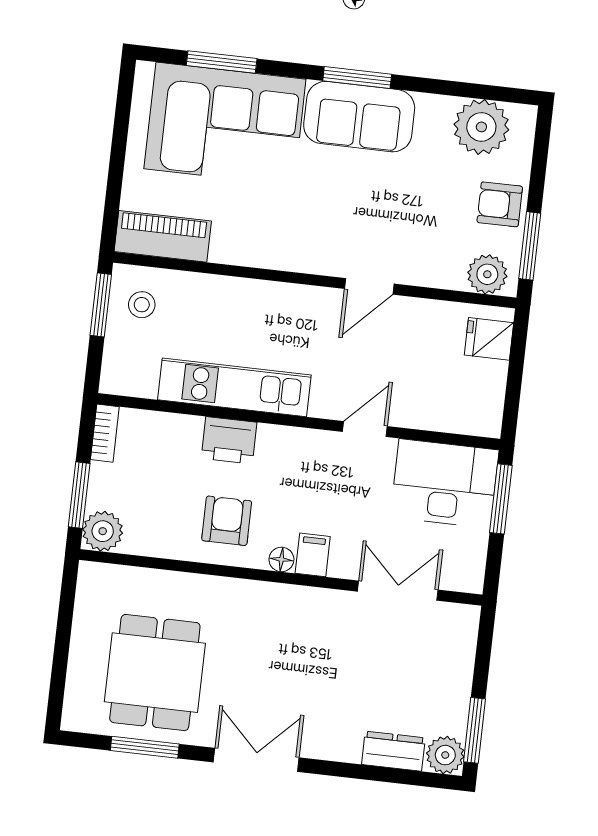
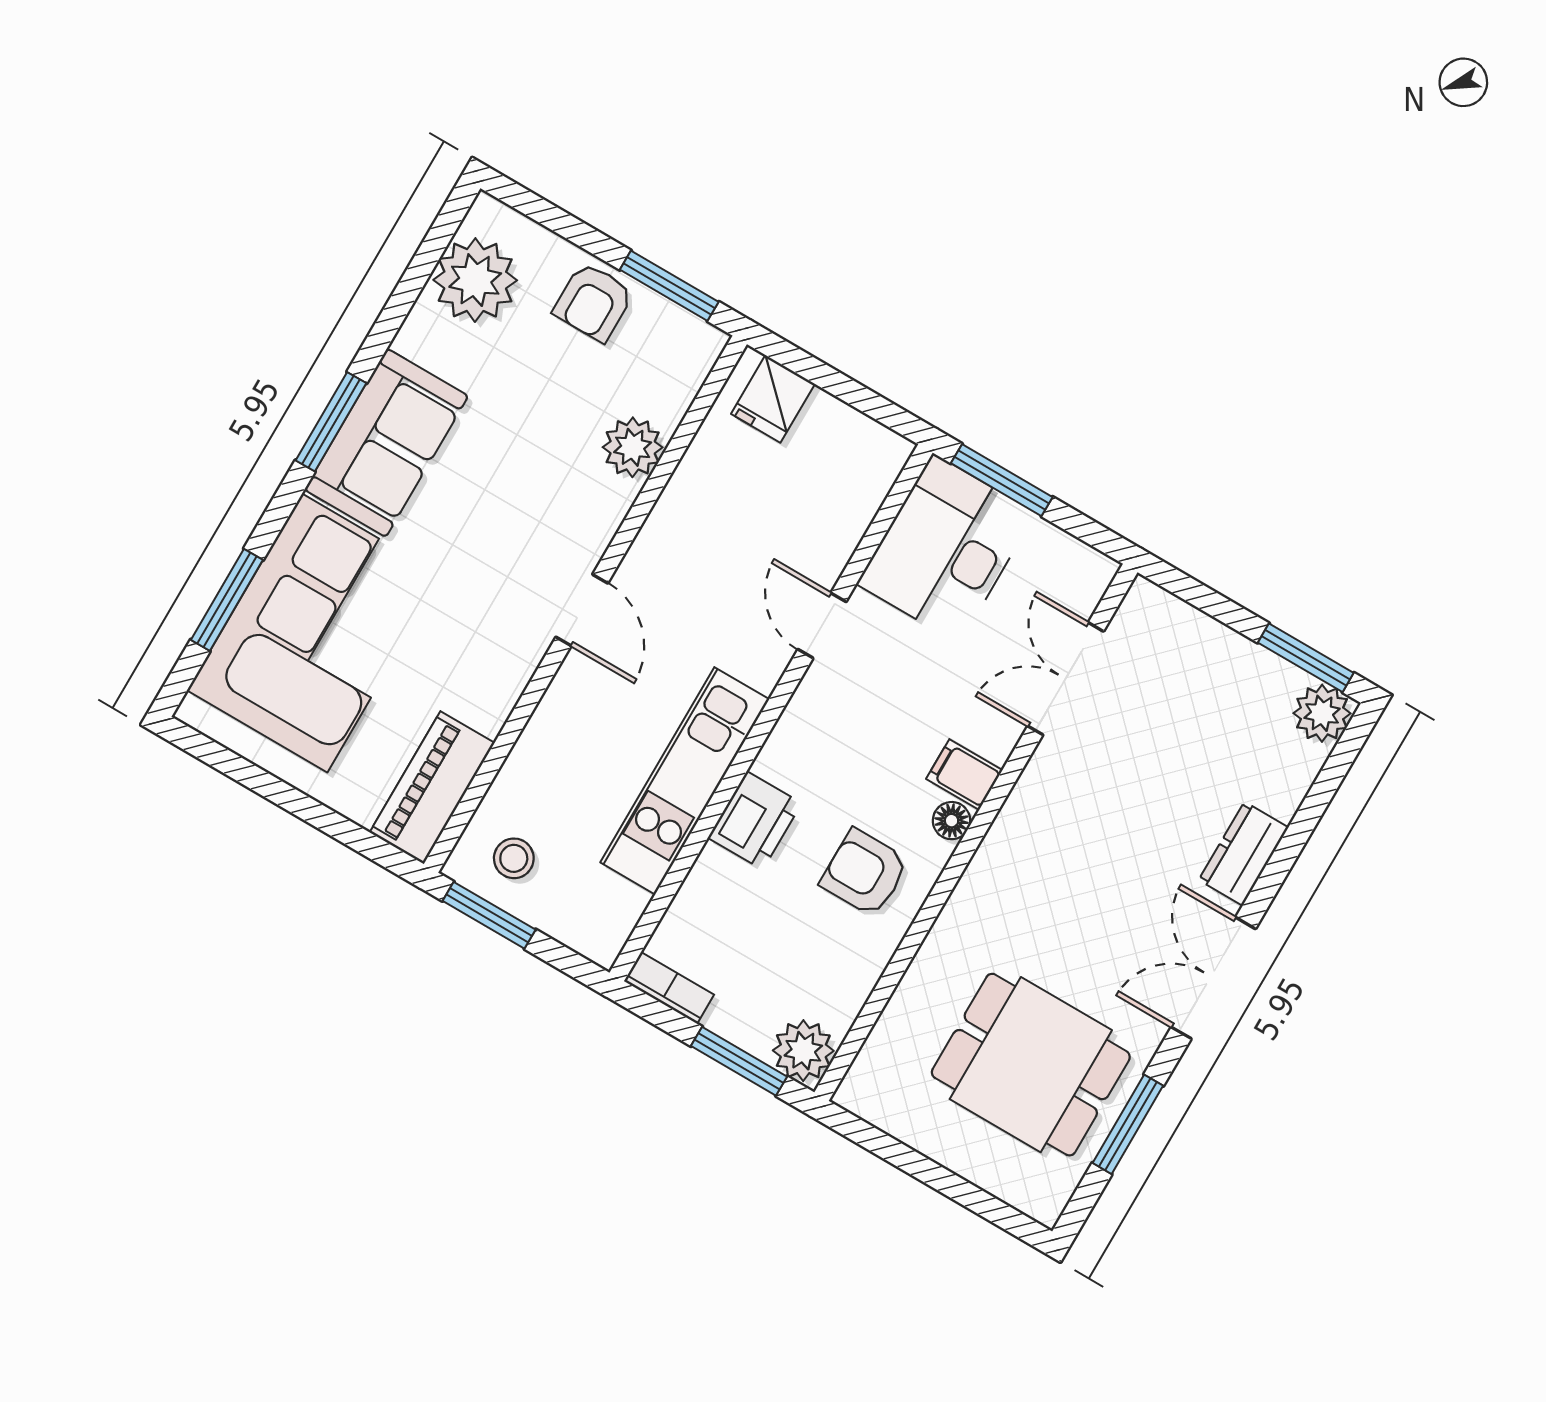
plant: (487, 274) -> (633, 447), moved
door: (369, 286) -> (582, 610), moved
dresser: (393, 751) -> (1244, 854), moved

